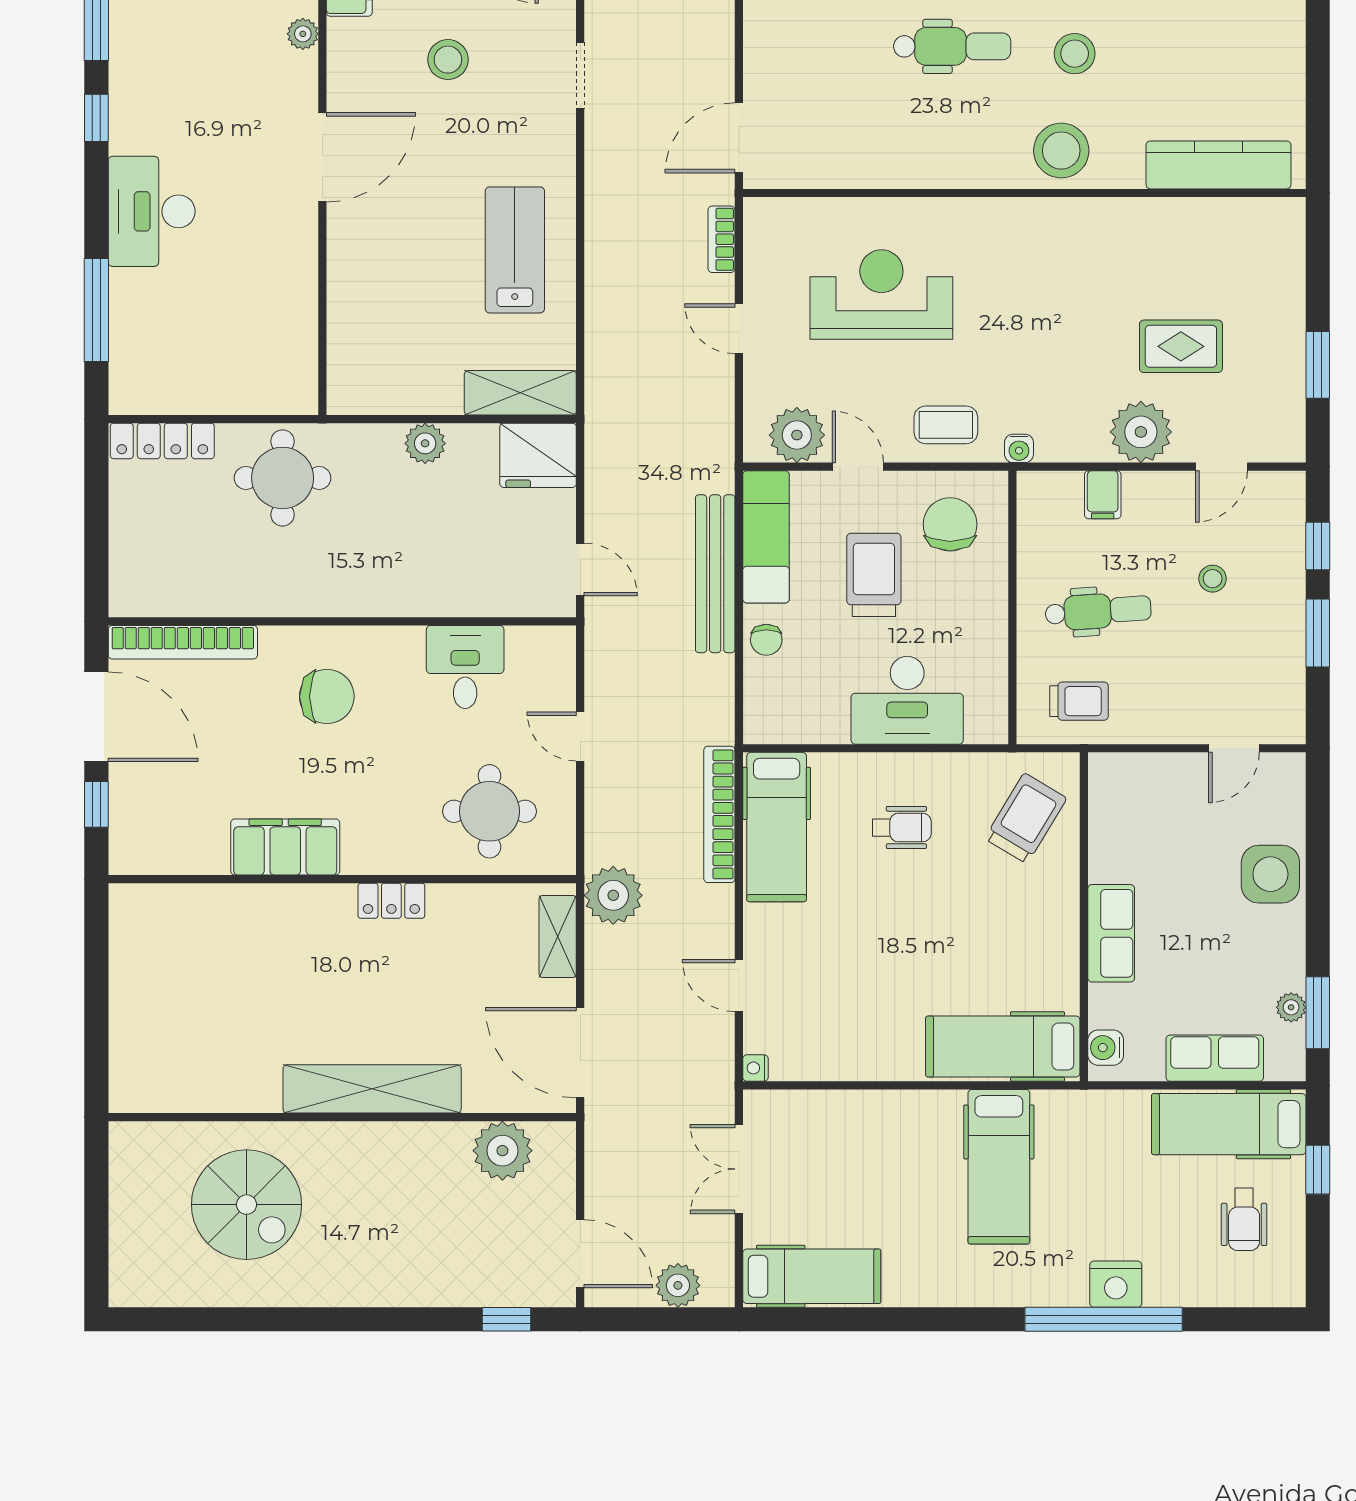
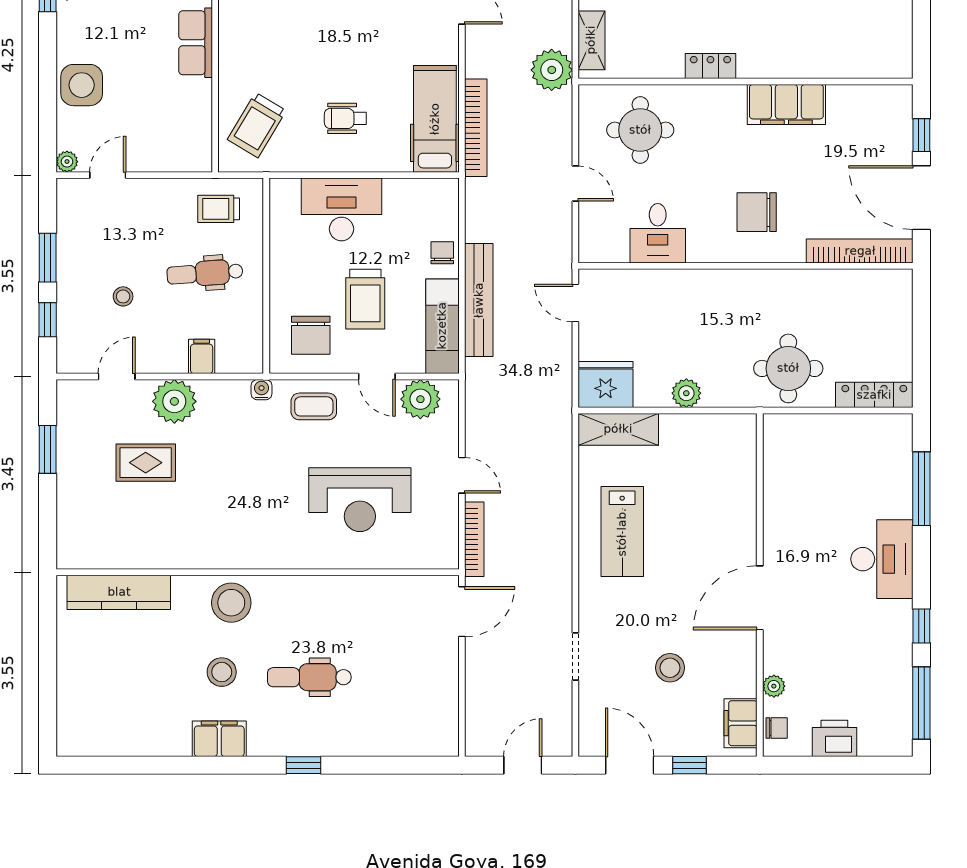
bookcase: (721, 239) -> (474, 539), width x1.56
plant: (1291, 767) -> (67, 162), added

